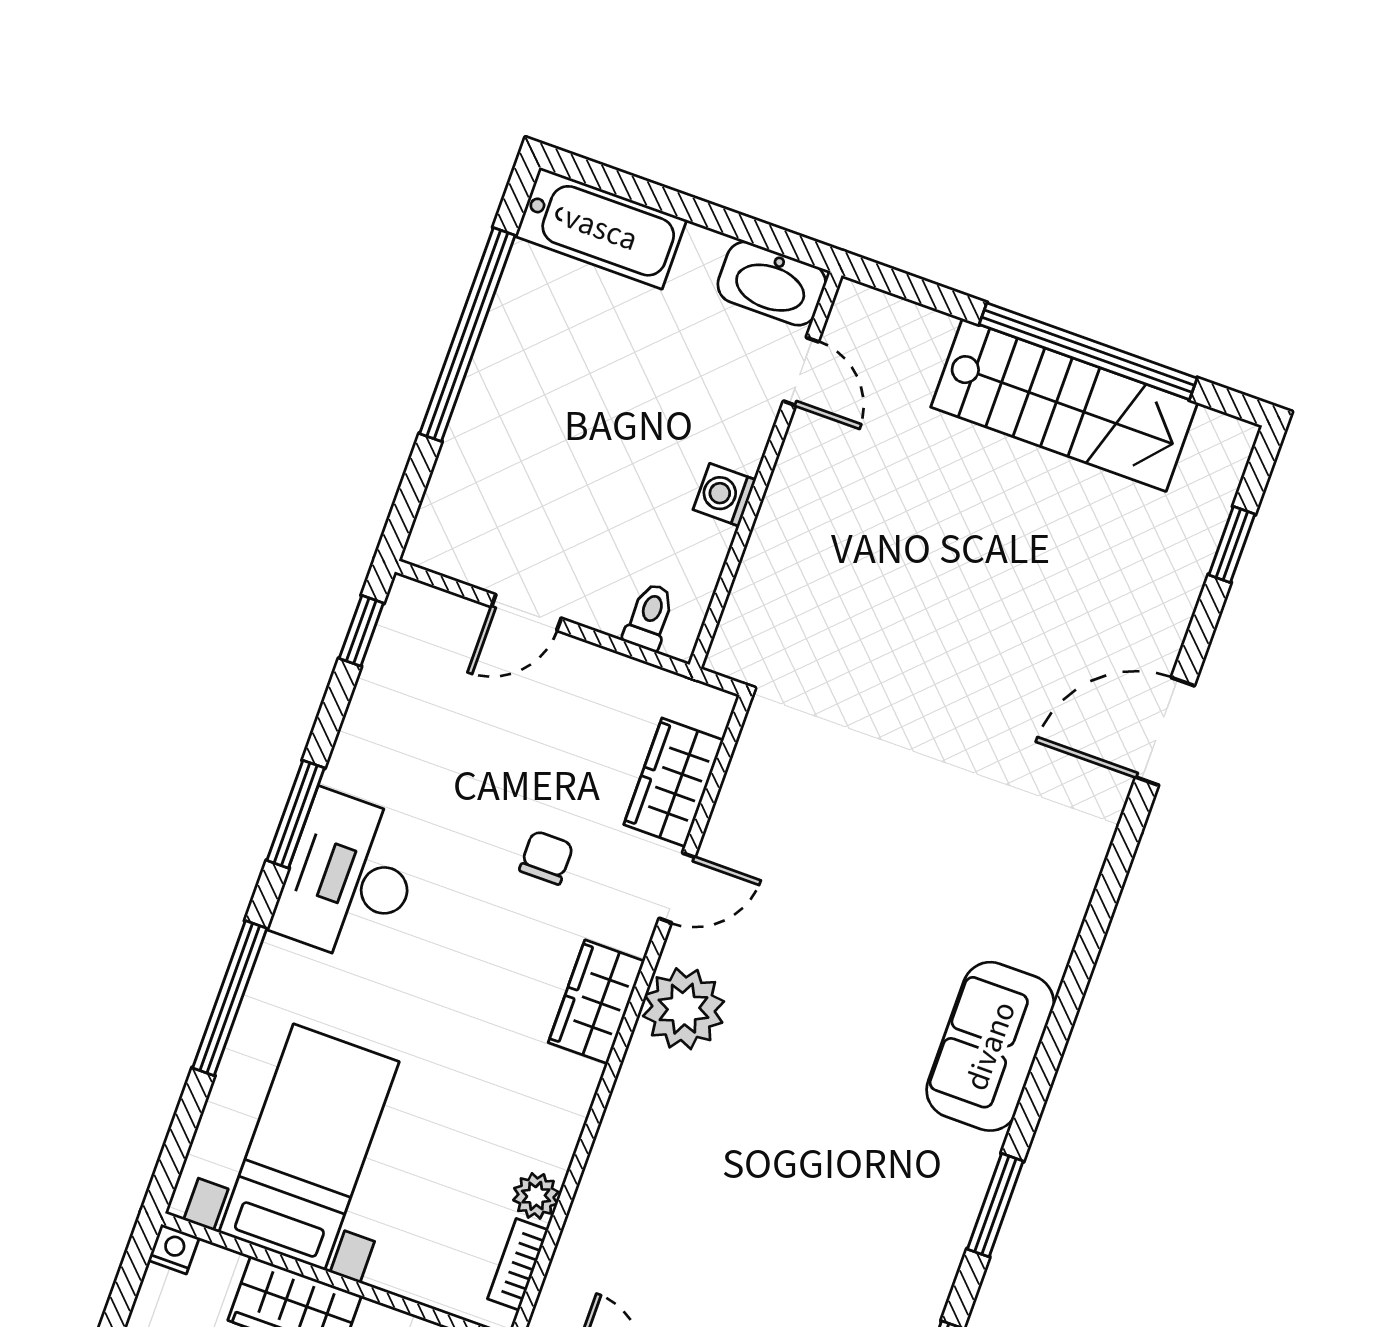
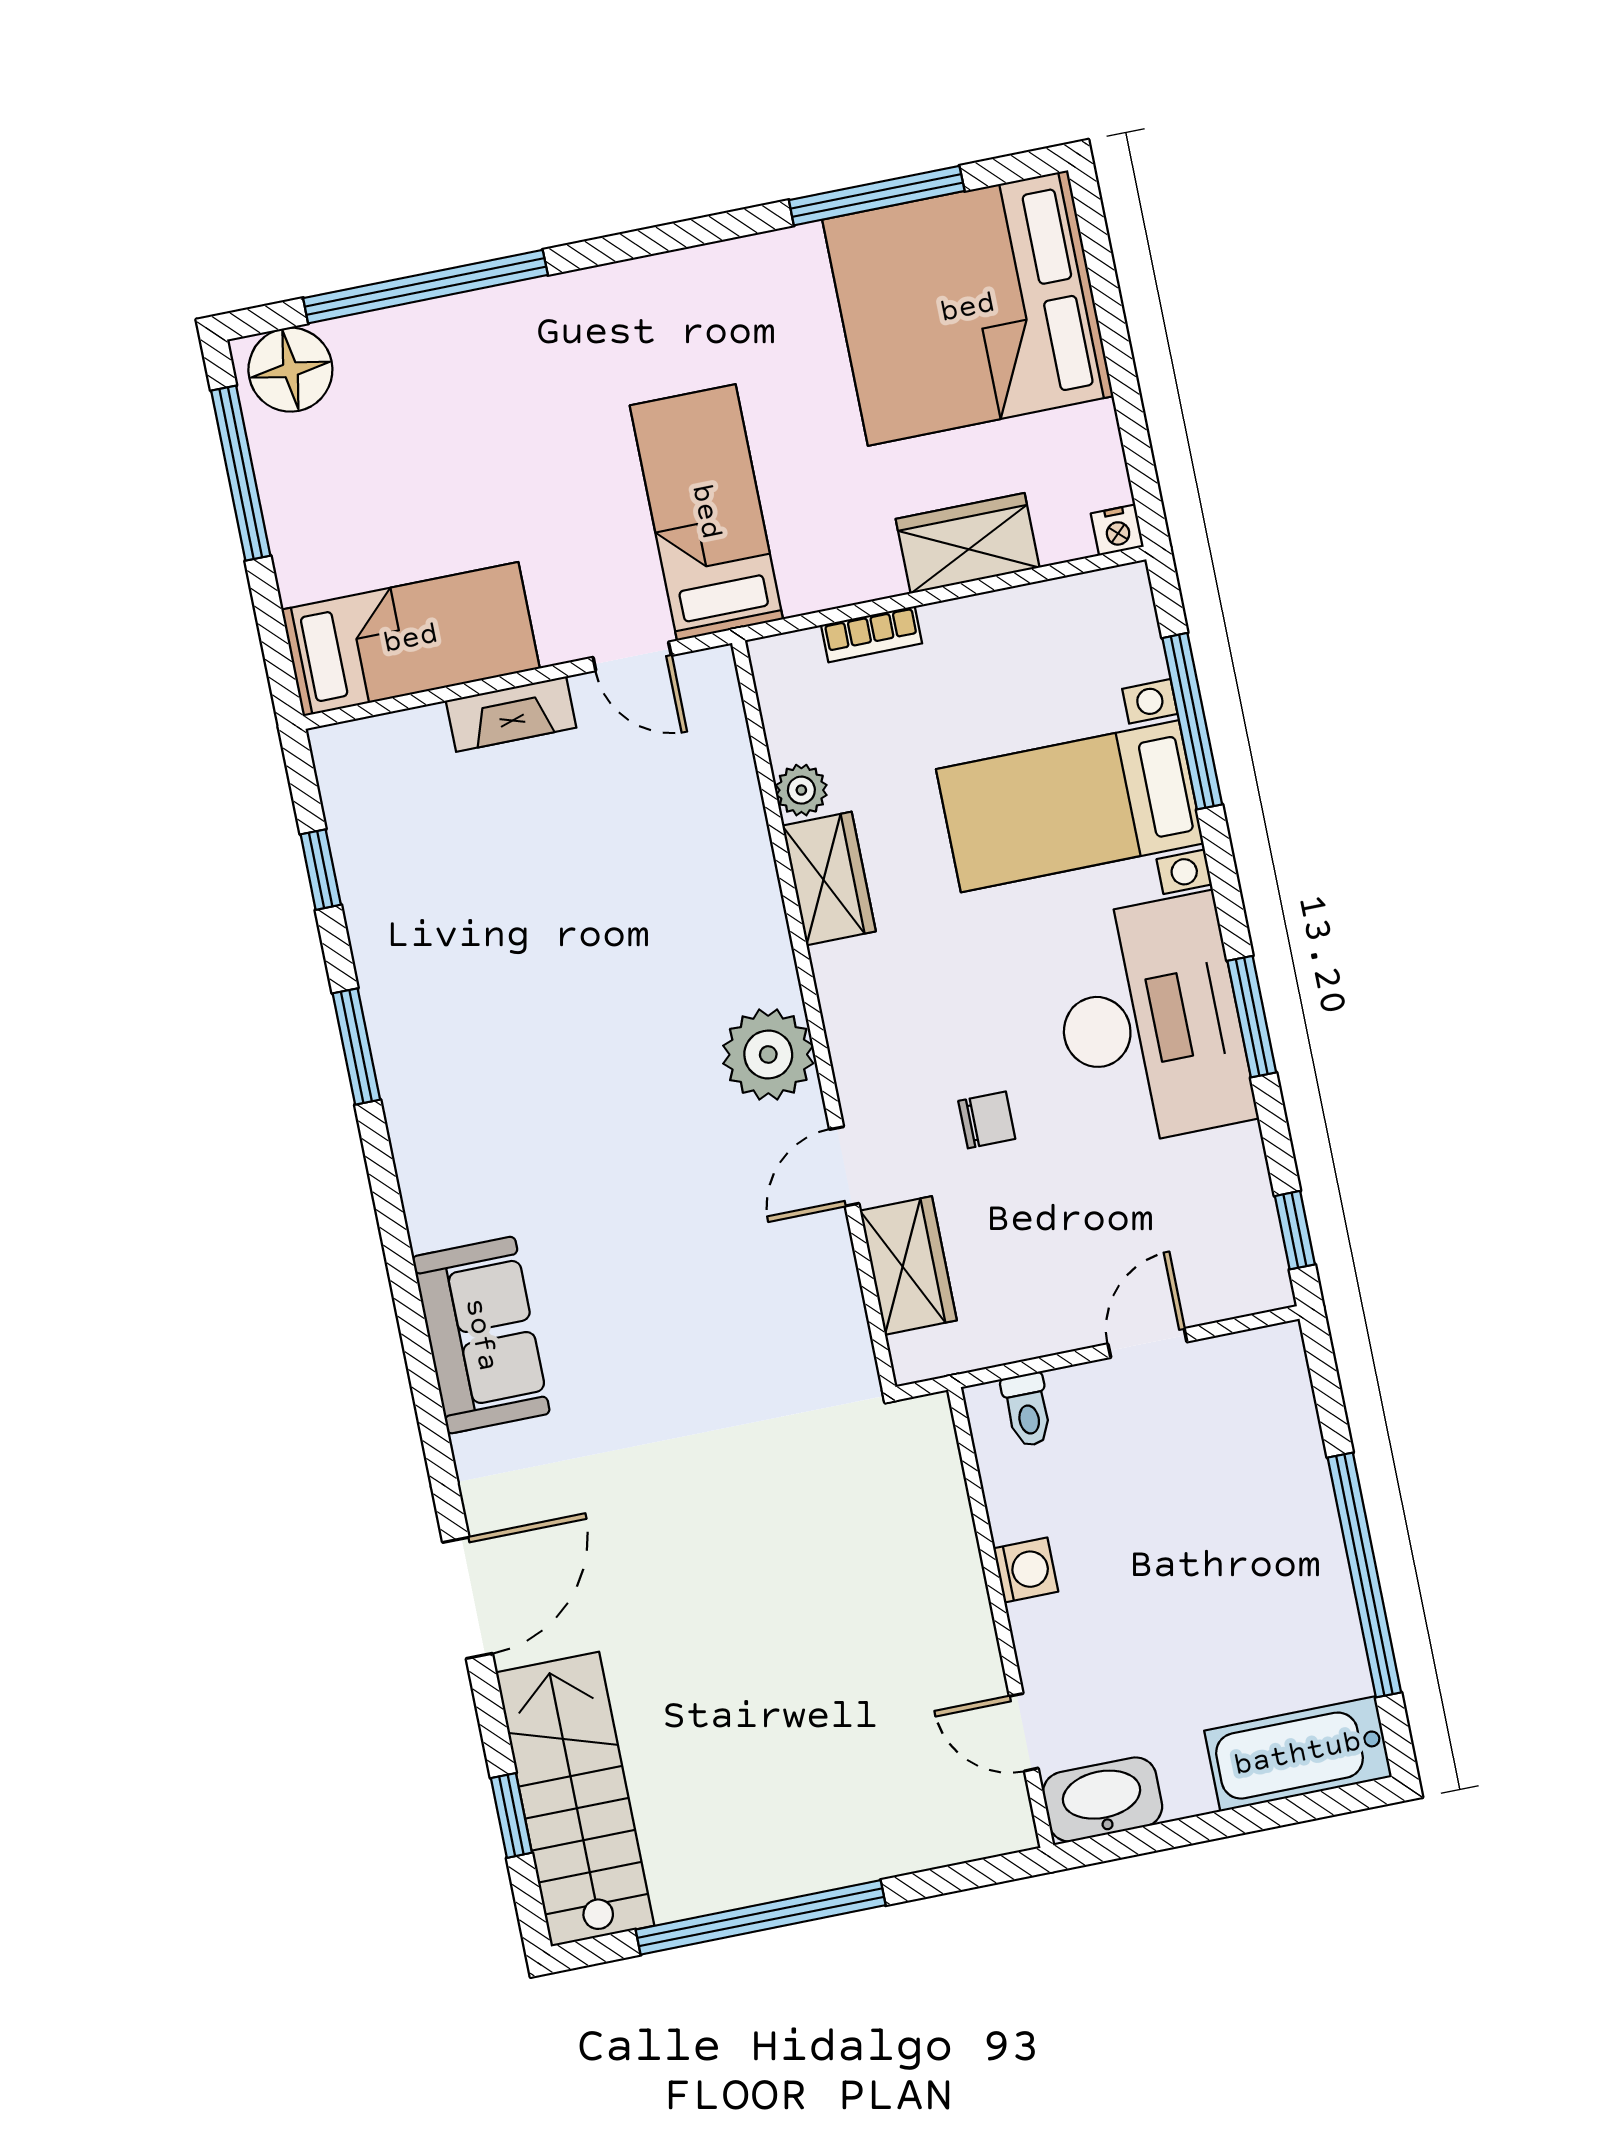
stairs: (1064, 405) -> (575, 1799), moved, turned 90
chair: (546, 858) -> (987, 1120), turned -90
desk: (349, 878) -> (1150, 1021), width x1.36, depth x1.30
window: (230, 998) -> (1192, 721), moved
wardrobe: (596, 1002) -> (829, 878), moved
sofa: (990, 1046) -> (481, 1335), moved
bed with nightstands: (309, 1147) -> (1070, 806), moved, turned 90
bookcase: (518, 1264) -> (872, 634), moved, turned 90

